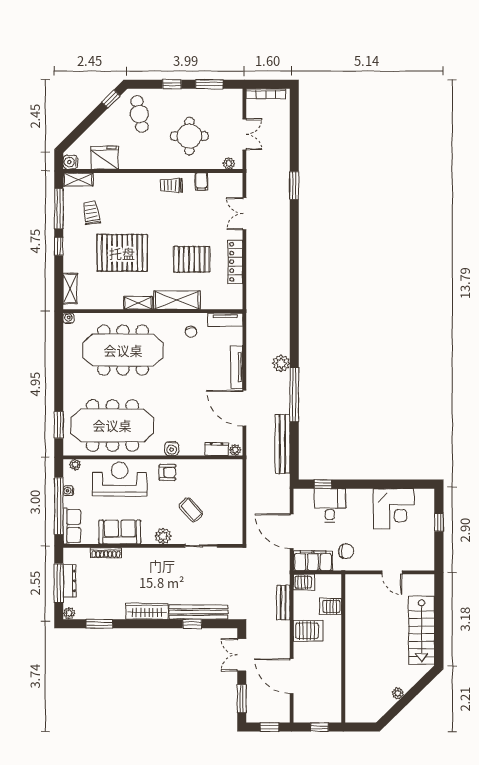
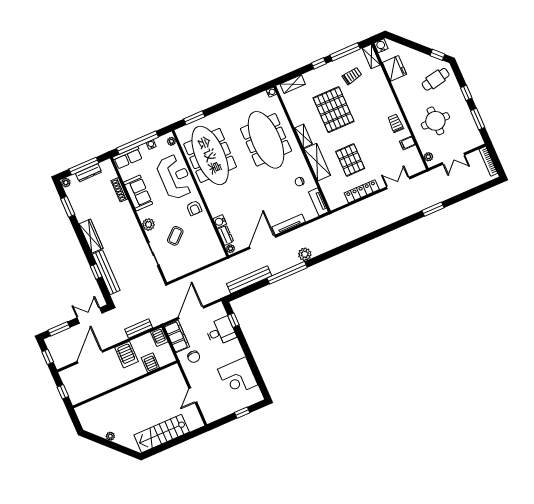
water cooler: (172, 449) -> (220, 221), moved

